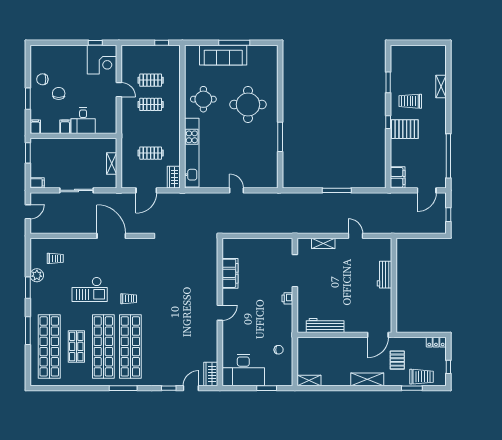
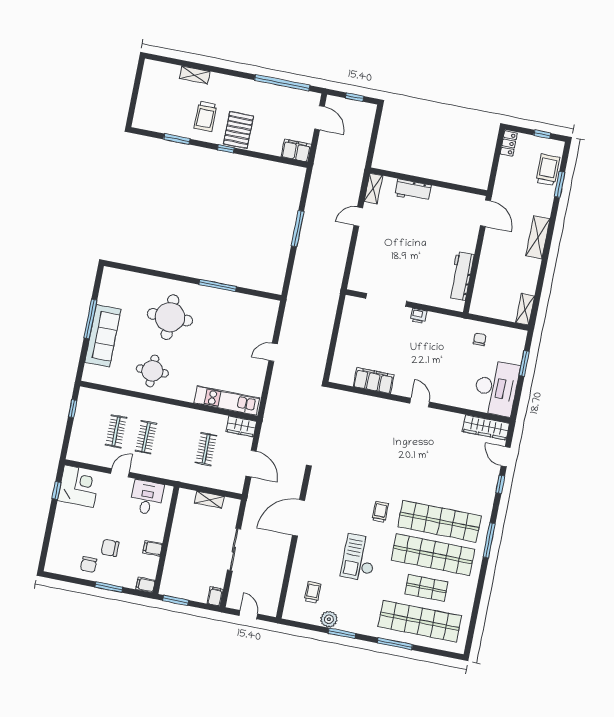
desk: (83, 121) -> (147, 498), moved, turned -90
kitchen unit: (192, 153) -> (227, 400), width x0.73
shelving: (323, 243) -> (373, 188), moved
checkout: (90, 289) -> (359, 558), turned 180
pallet: (397, 360) -> (521, 196), removed
wardrobe: (211, 374) -> (486, 427), width x1.50

